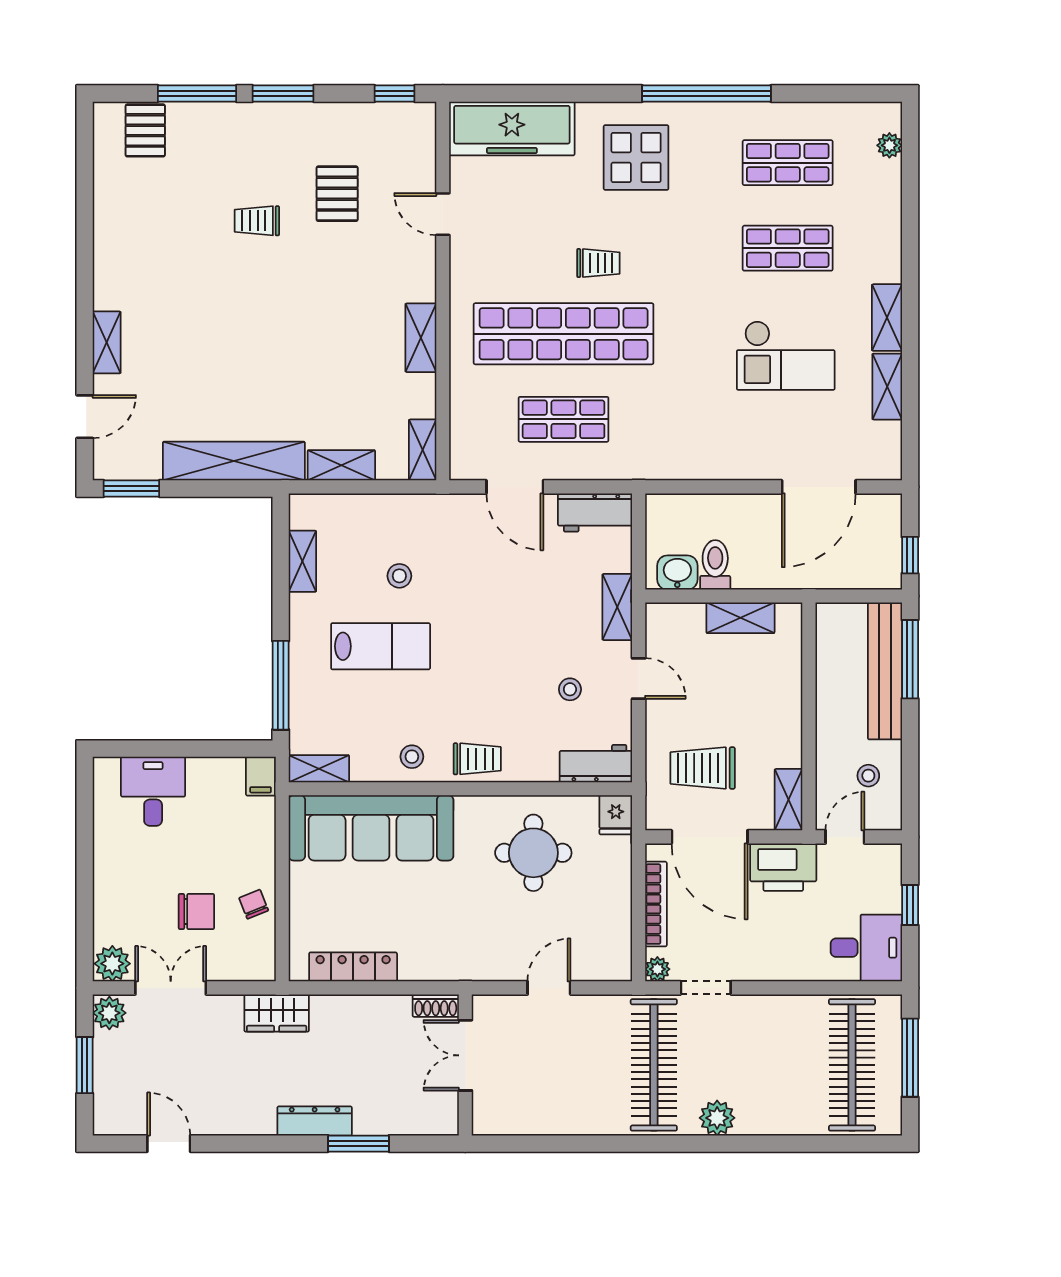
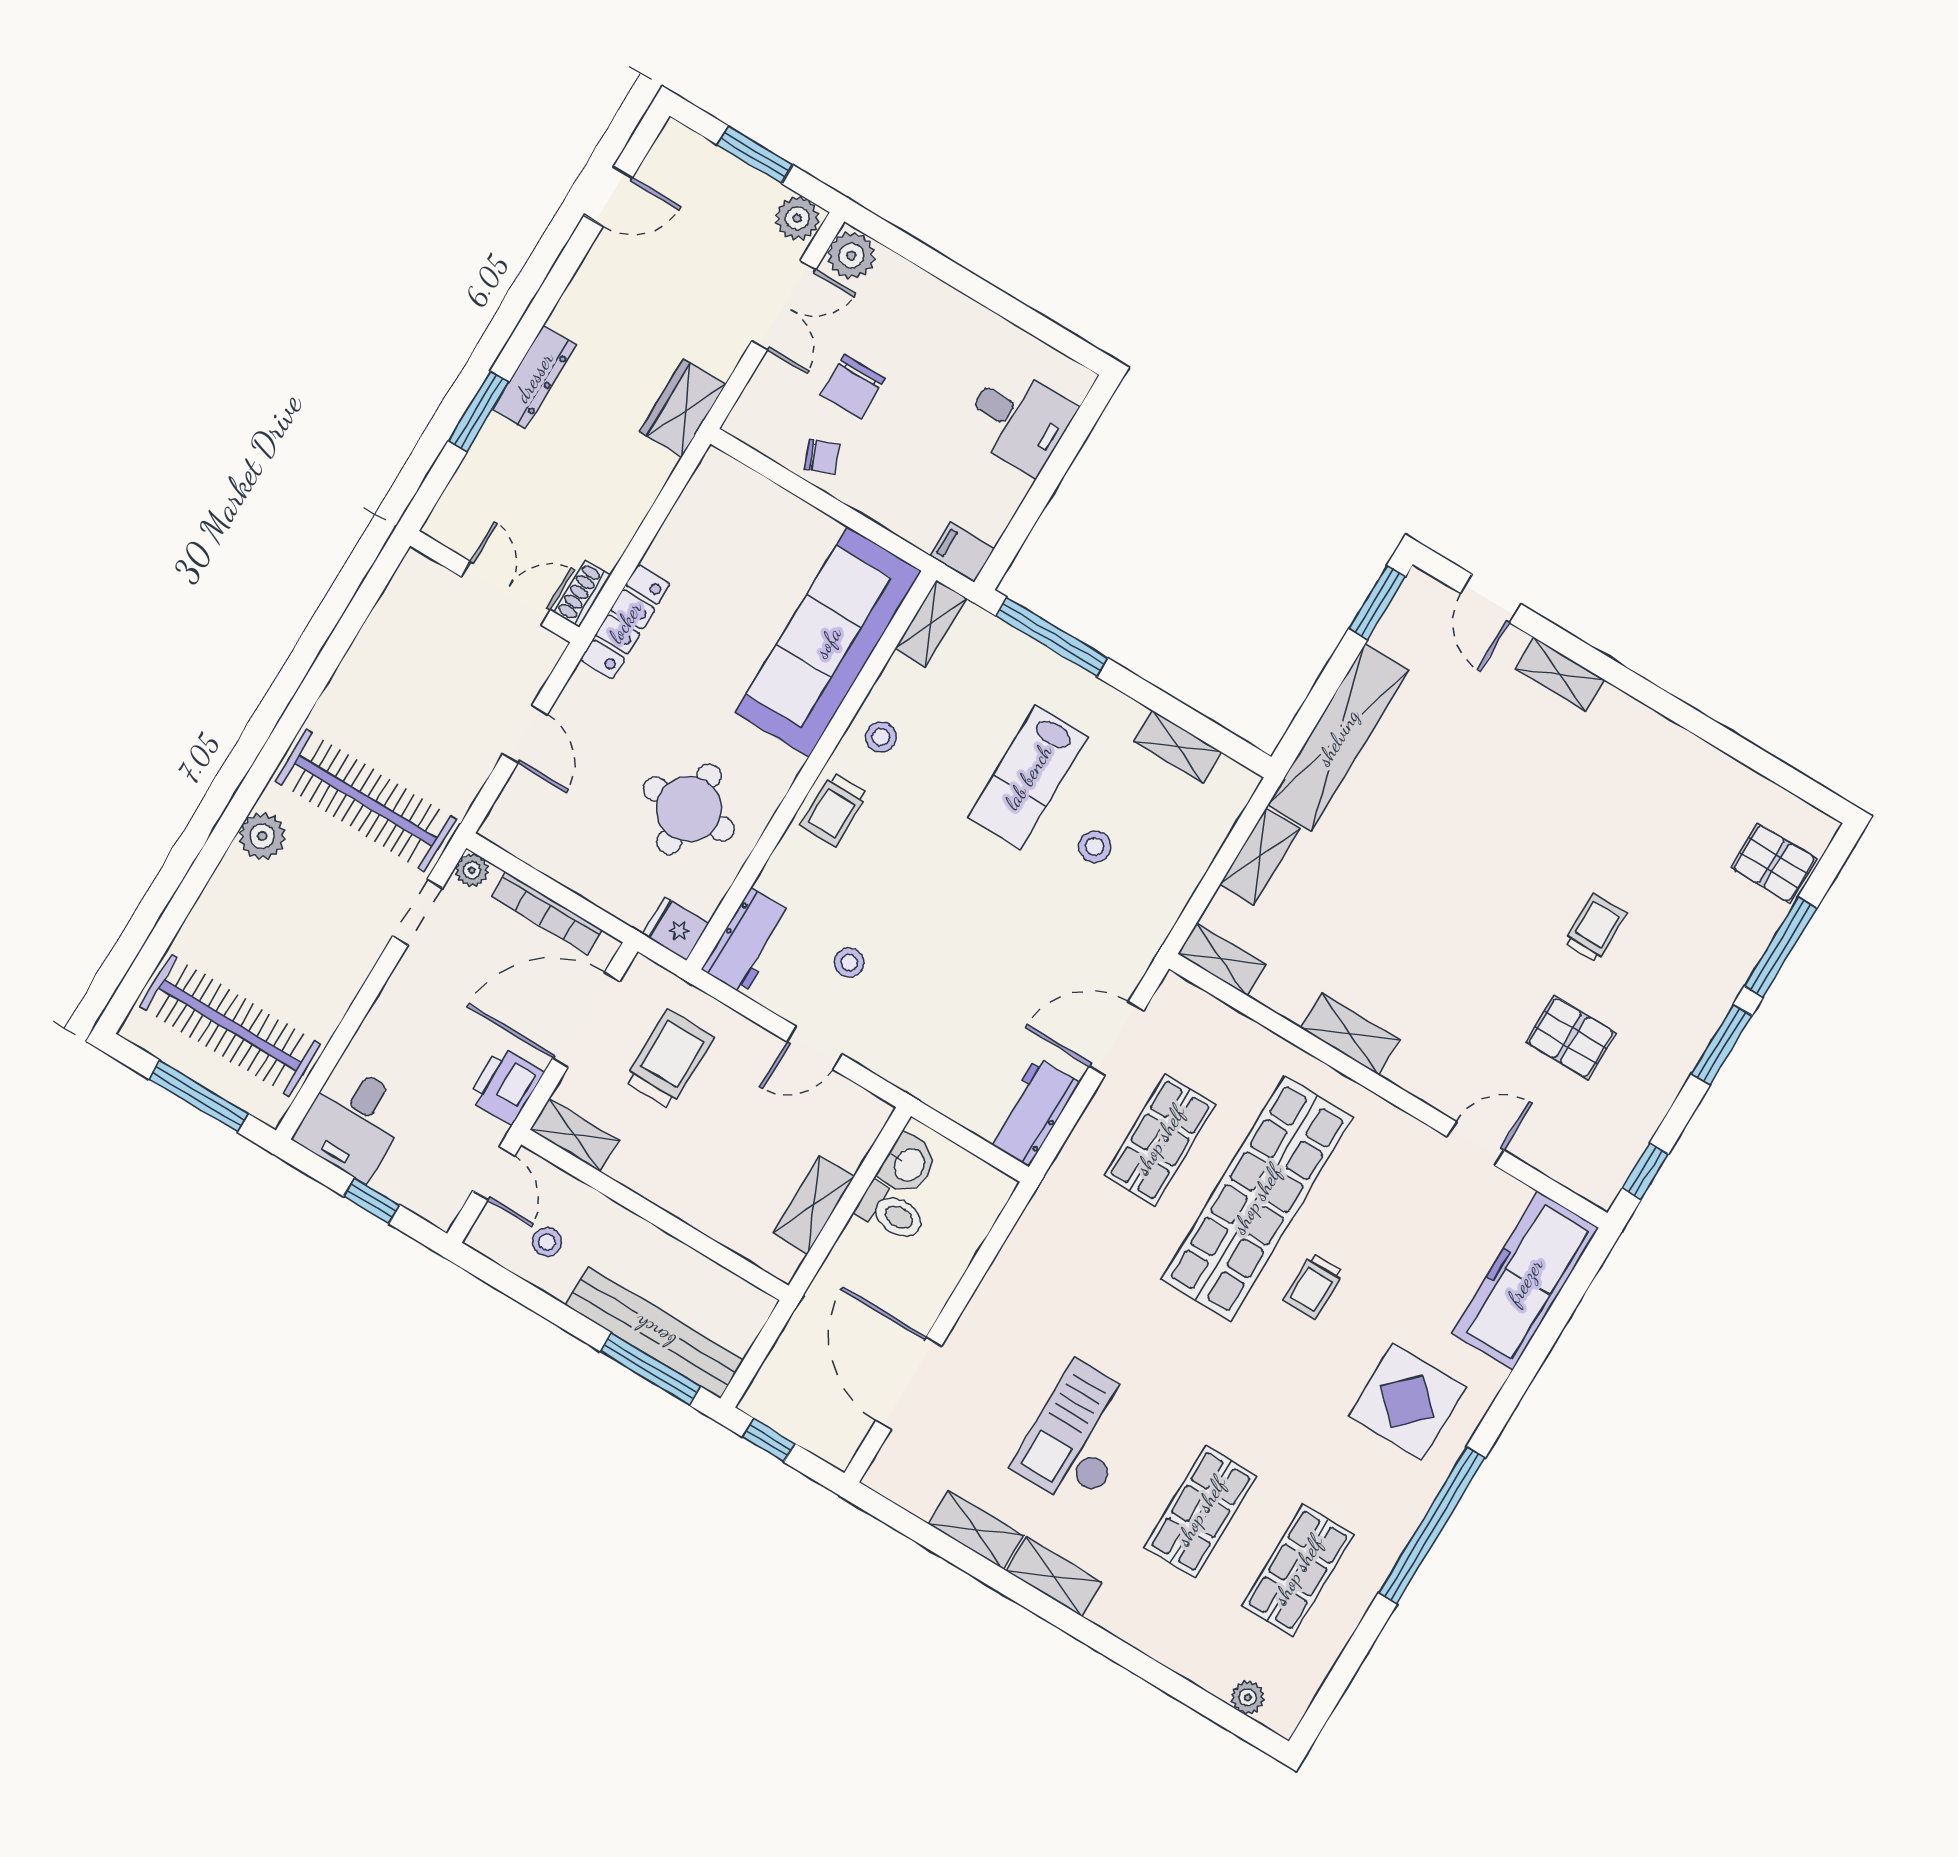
shelving: (617, 607) -> (910, 1073), removed
printer: (783, 867) -> (506, 1086), width x0.73, depth x0.84
locker: (353, 967) -> (625, 622), moved

